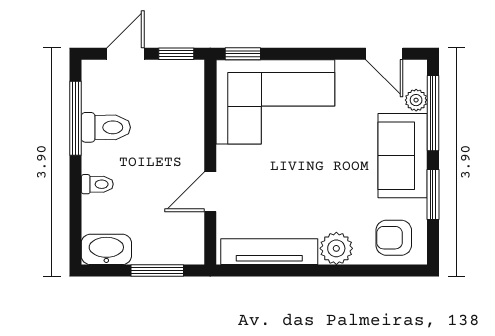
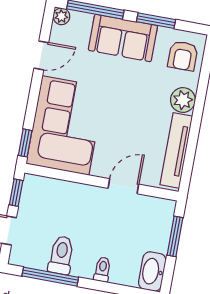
door: (384, 54) -> (41, 55), moved
plant: (416, 100) -> (61, 16), moved
door: (210, 192) -> (123, 186), swing flipped

